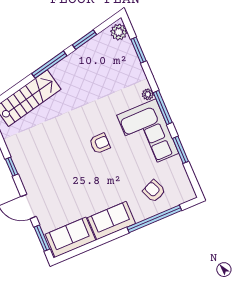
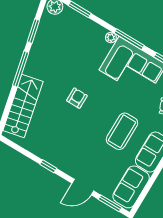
armchair: (100, 143) -> (77, 98), moved
coffee table: (98, 183) -> (122, 131), added

